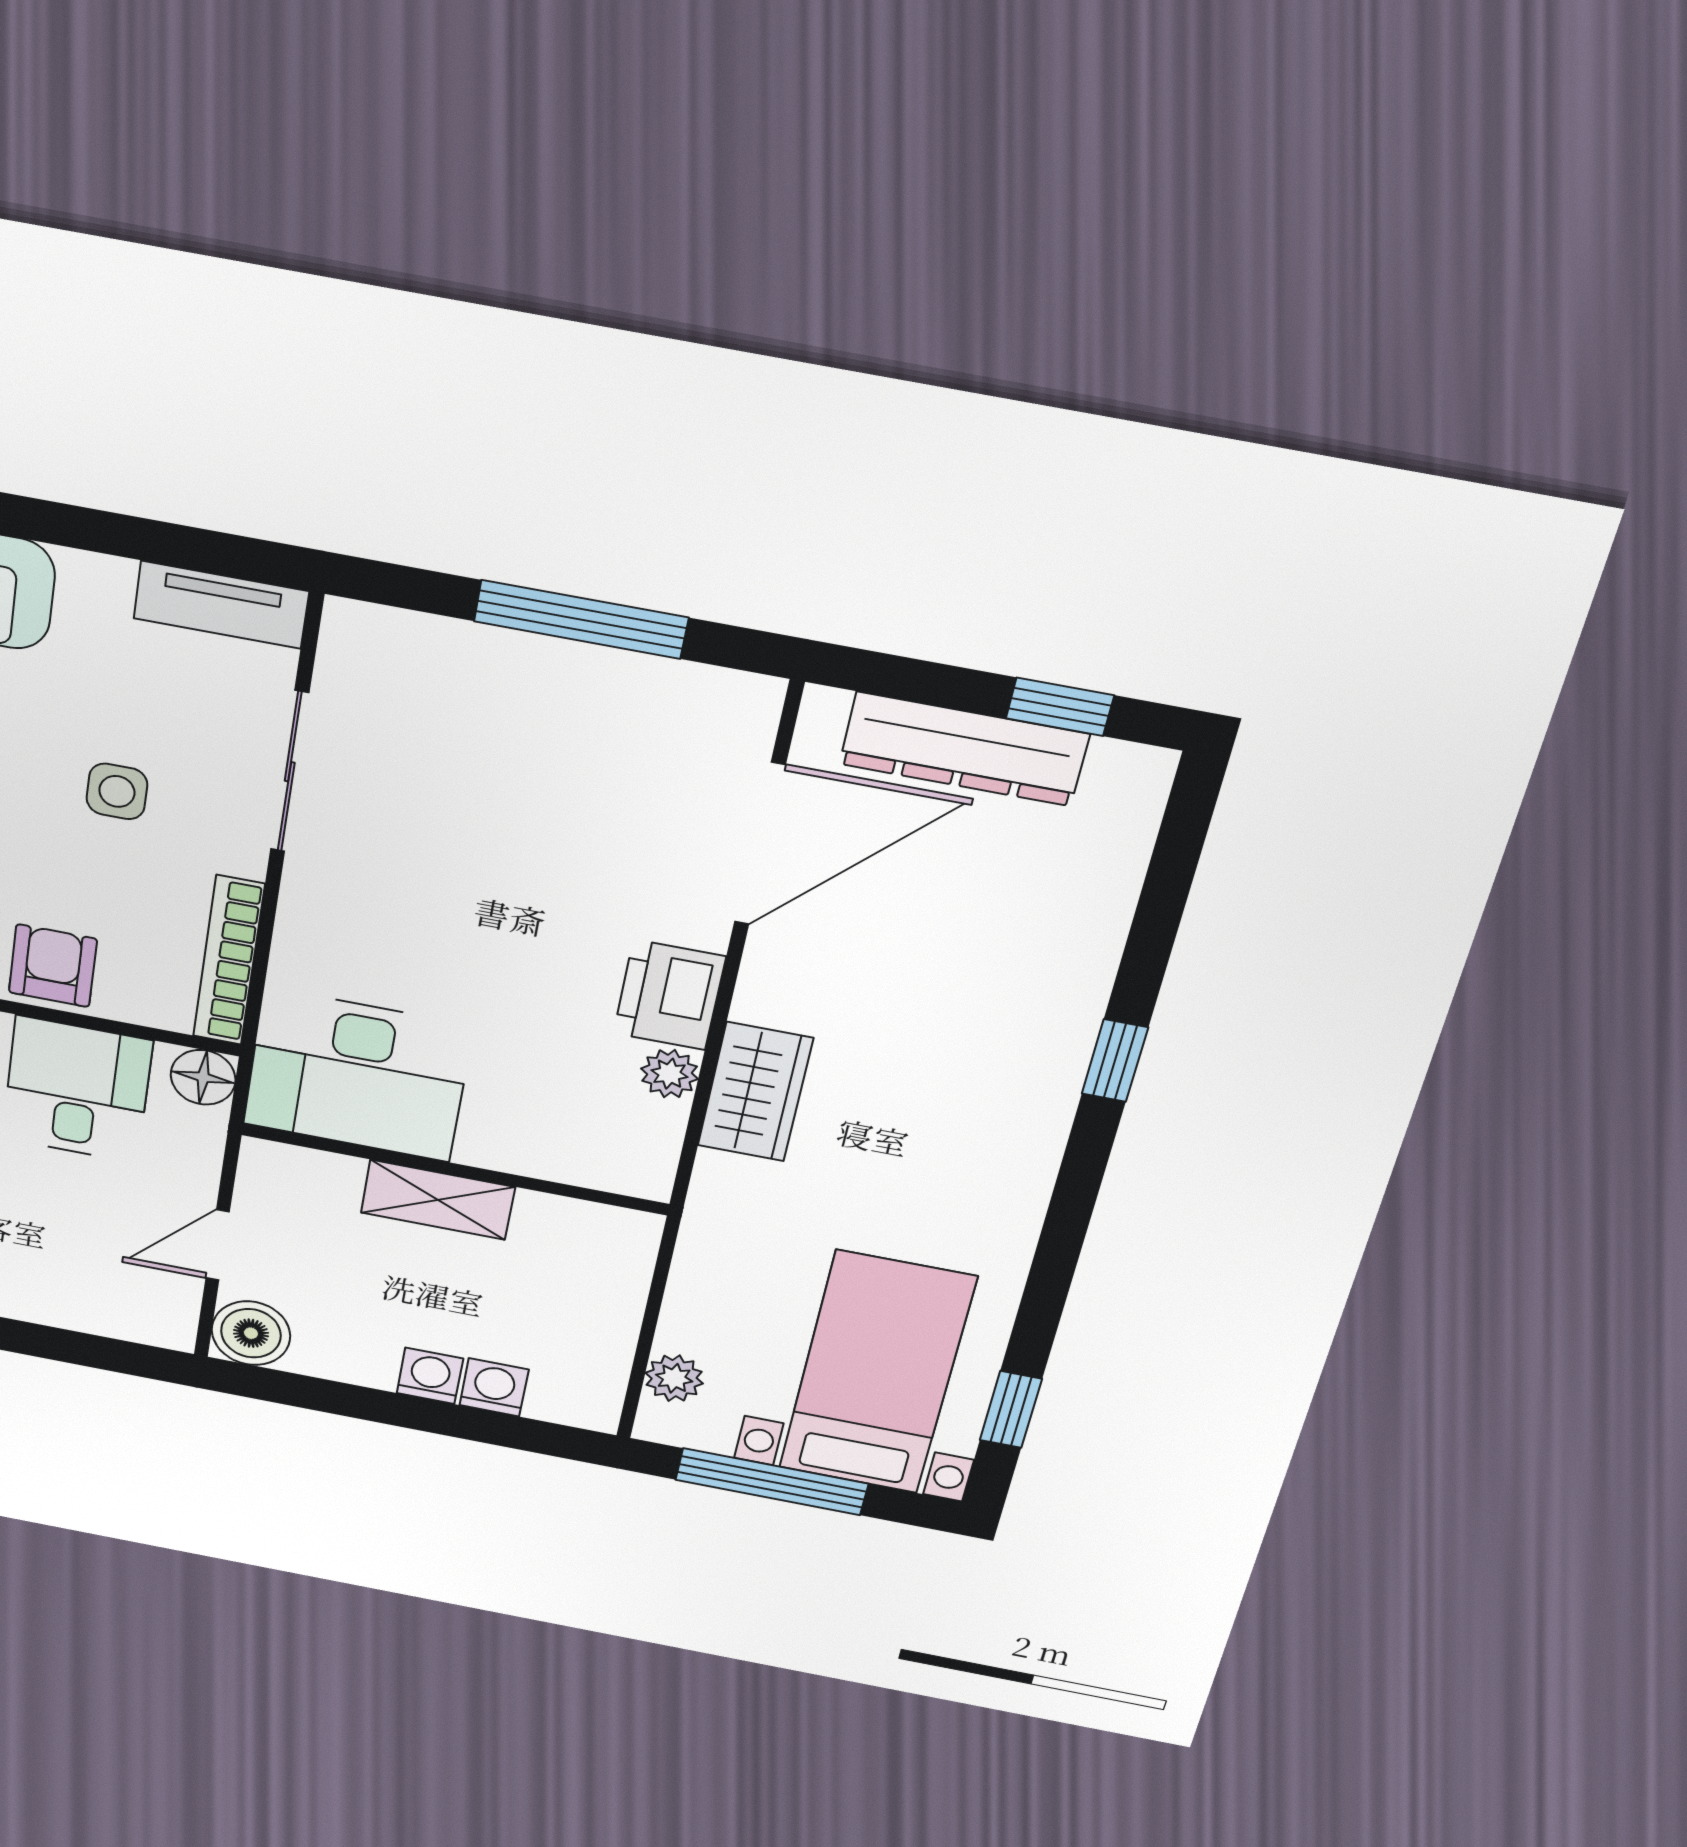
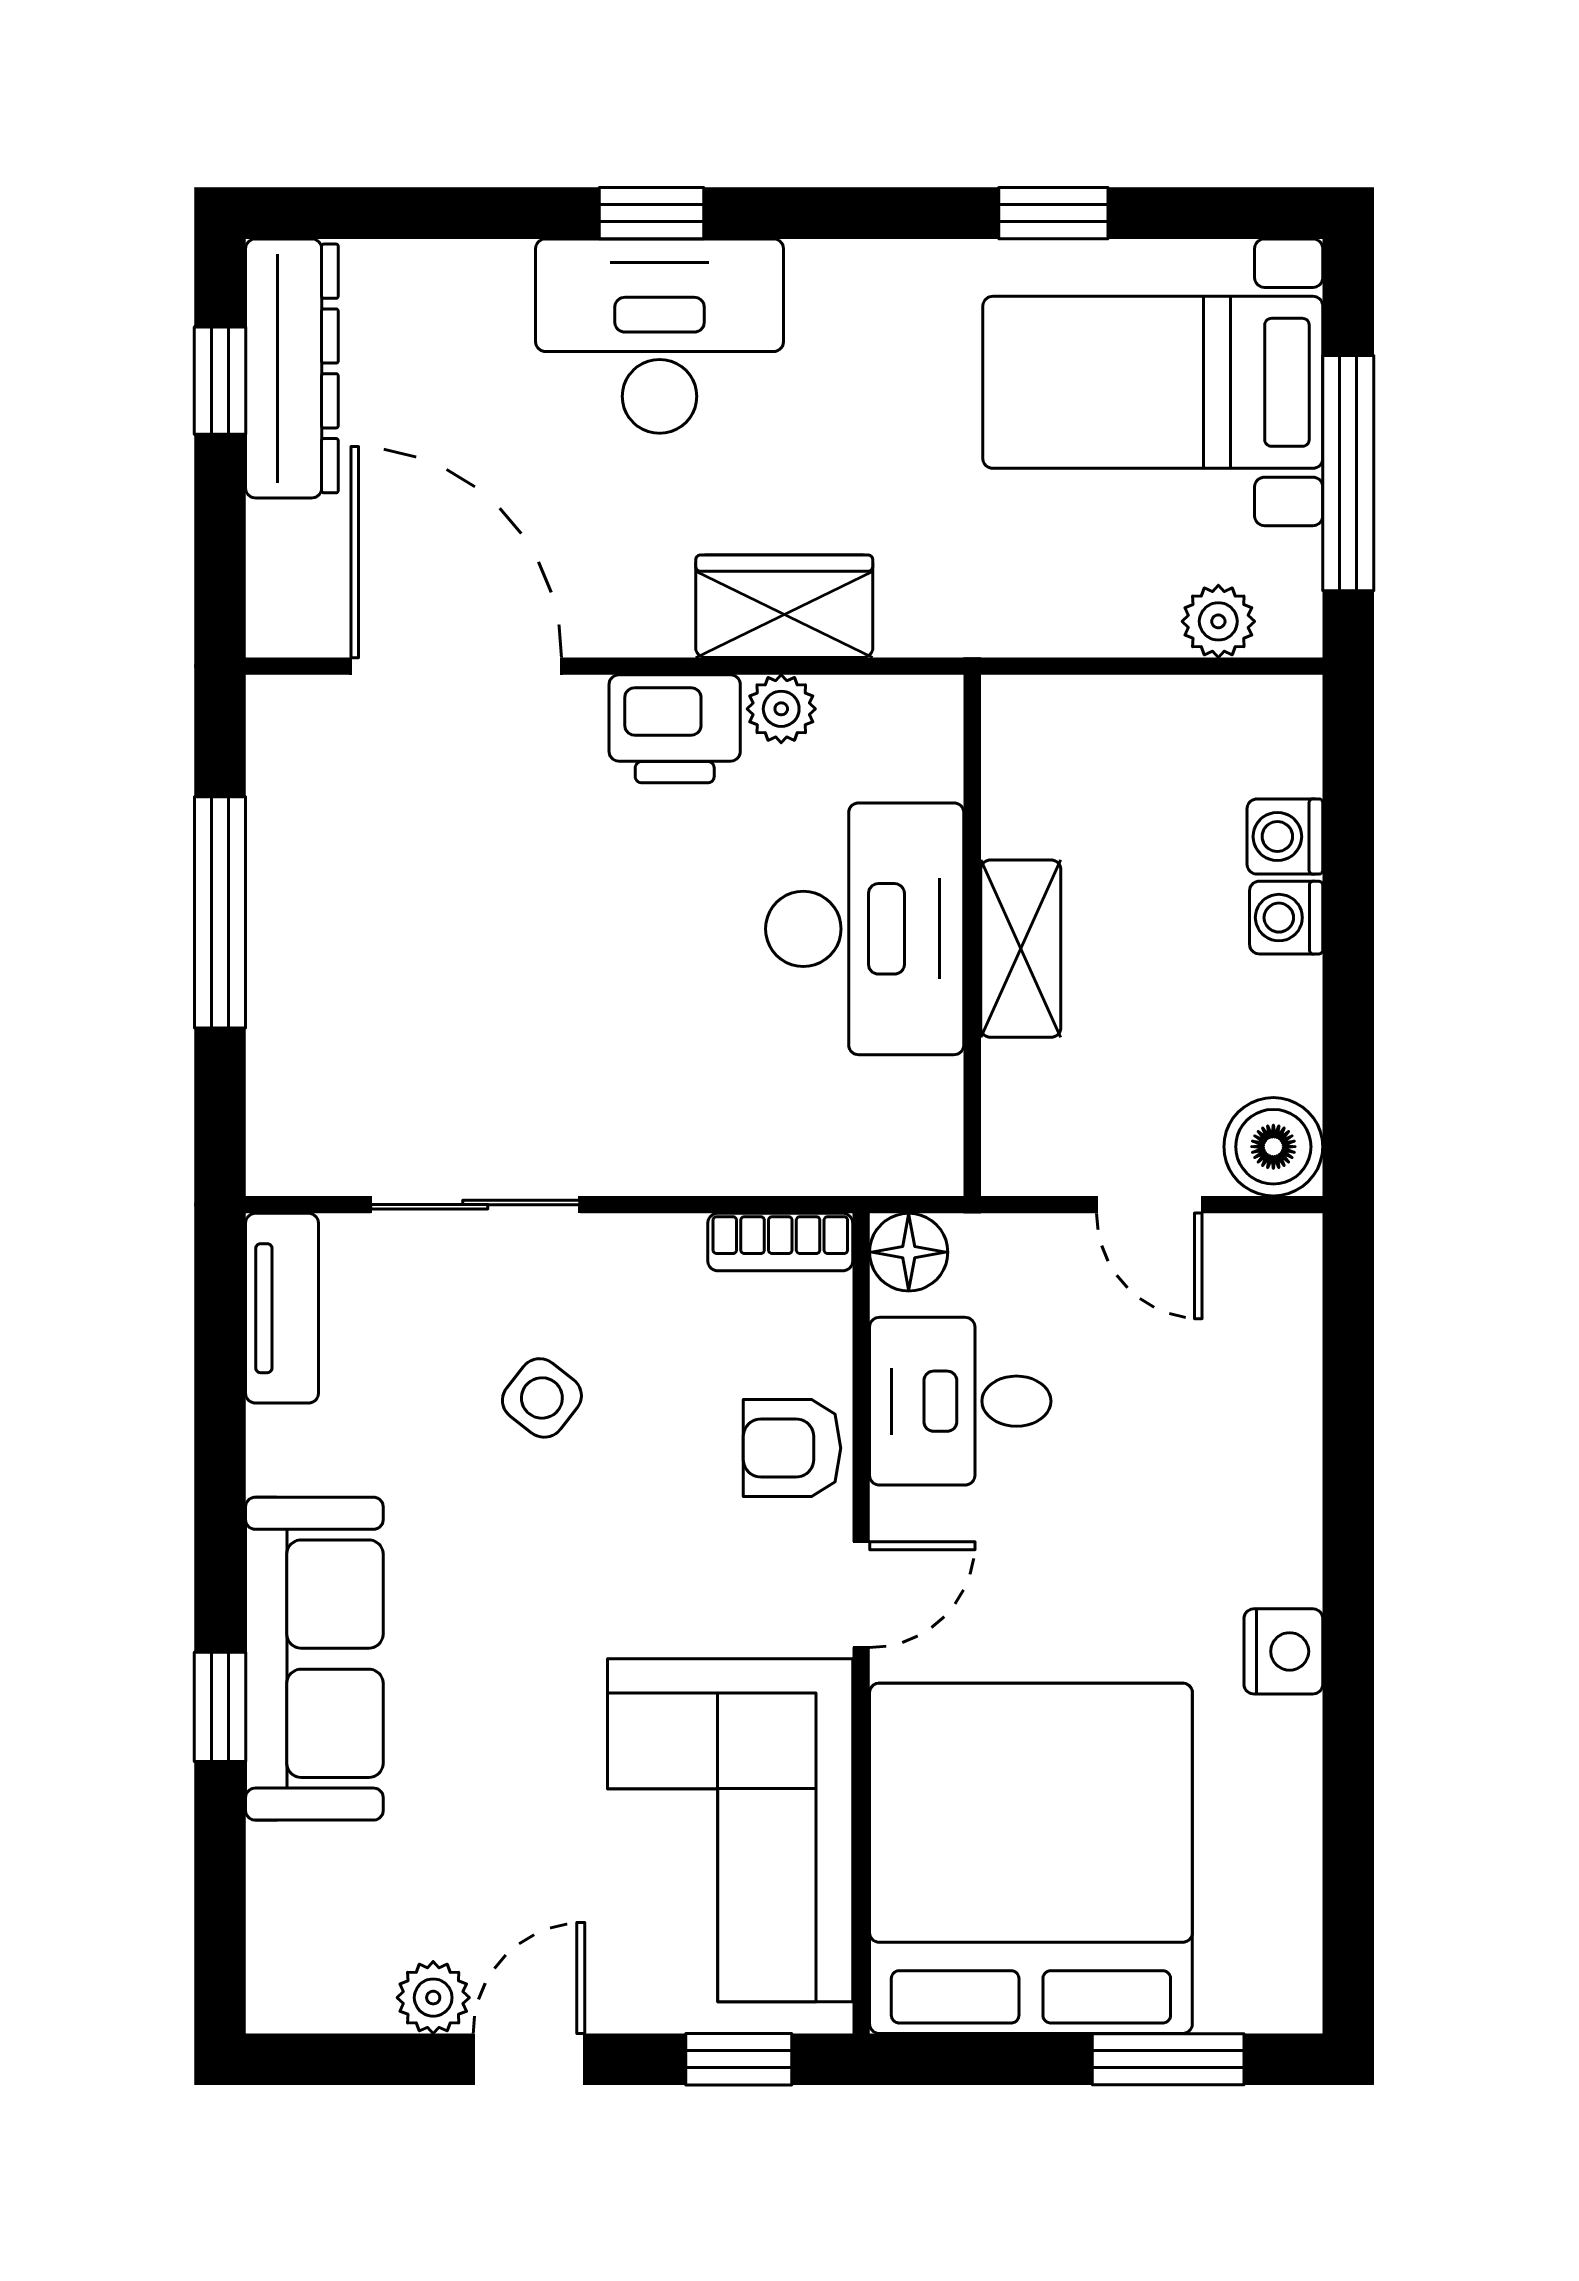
dresser: (964, 749) -> (292, 368), moved
side table: (117, 791) -> (542, 1398), turned 38
bookcase: (229, 961) -> (780, 1242), width x0.64
desk: (1007, 1047) -> (660, 336), added
desk: (358, 1075) -> (865, 929), moved
window: (1011, 1410) -> (1053, 213), moved

